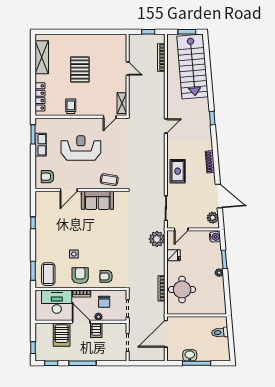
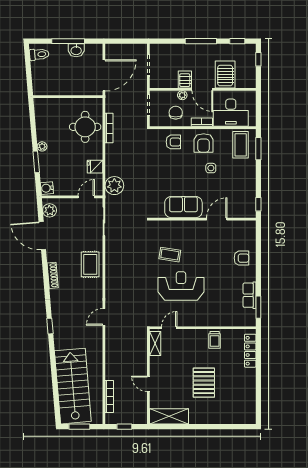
shelving: (42, 57) -> (169, 416), moved, turned 90
reception desk: (81, 148) -> (181, 286), moved, turned 180
door: (69, 190) -> (217, 219), moved
wall: (81, 190) -> (203, 219), moved
sofa: (97, 200) -> (183, 207), moved
toilet: (220, 332) -> (39, 54), moved

